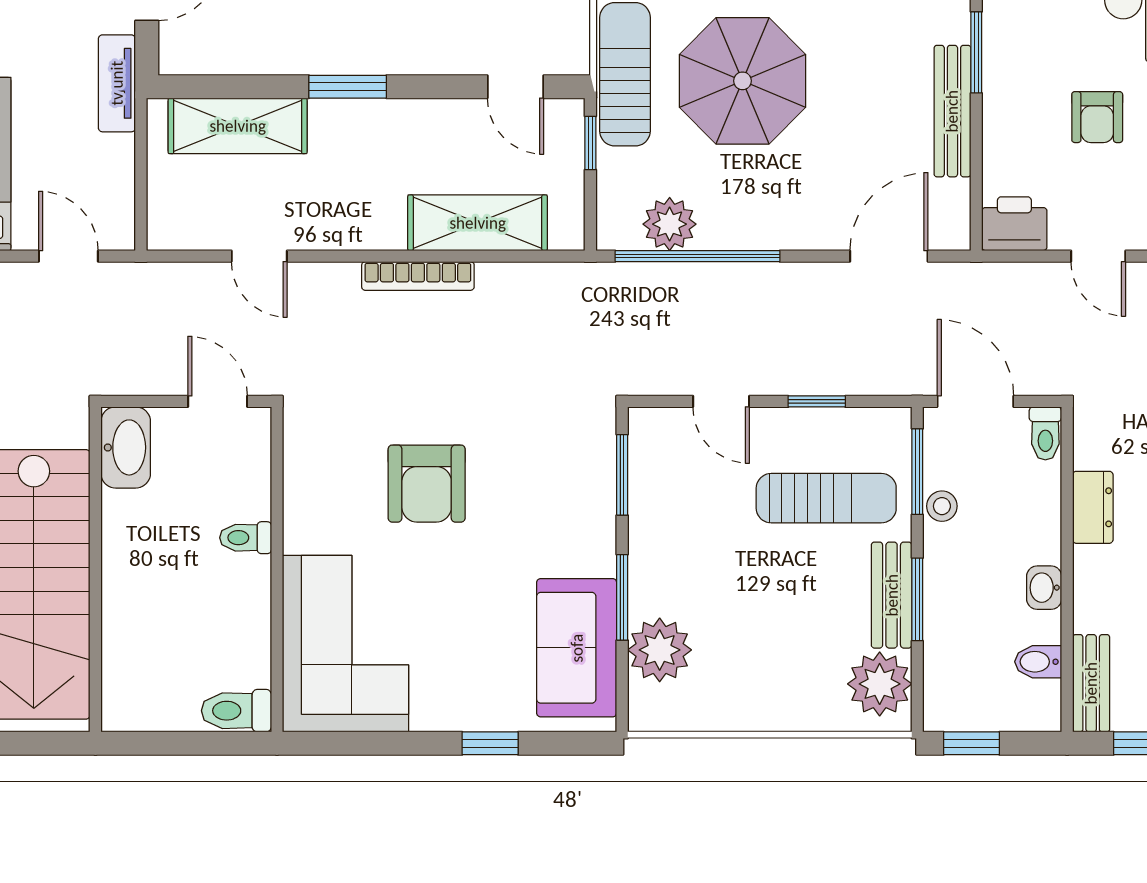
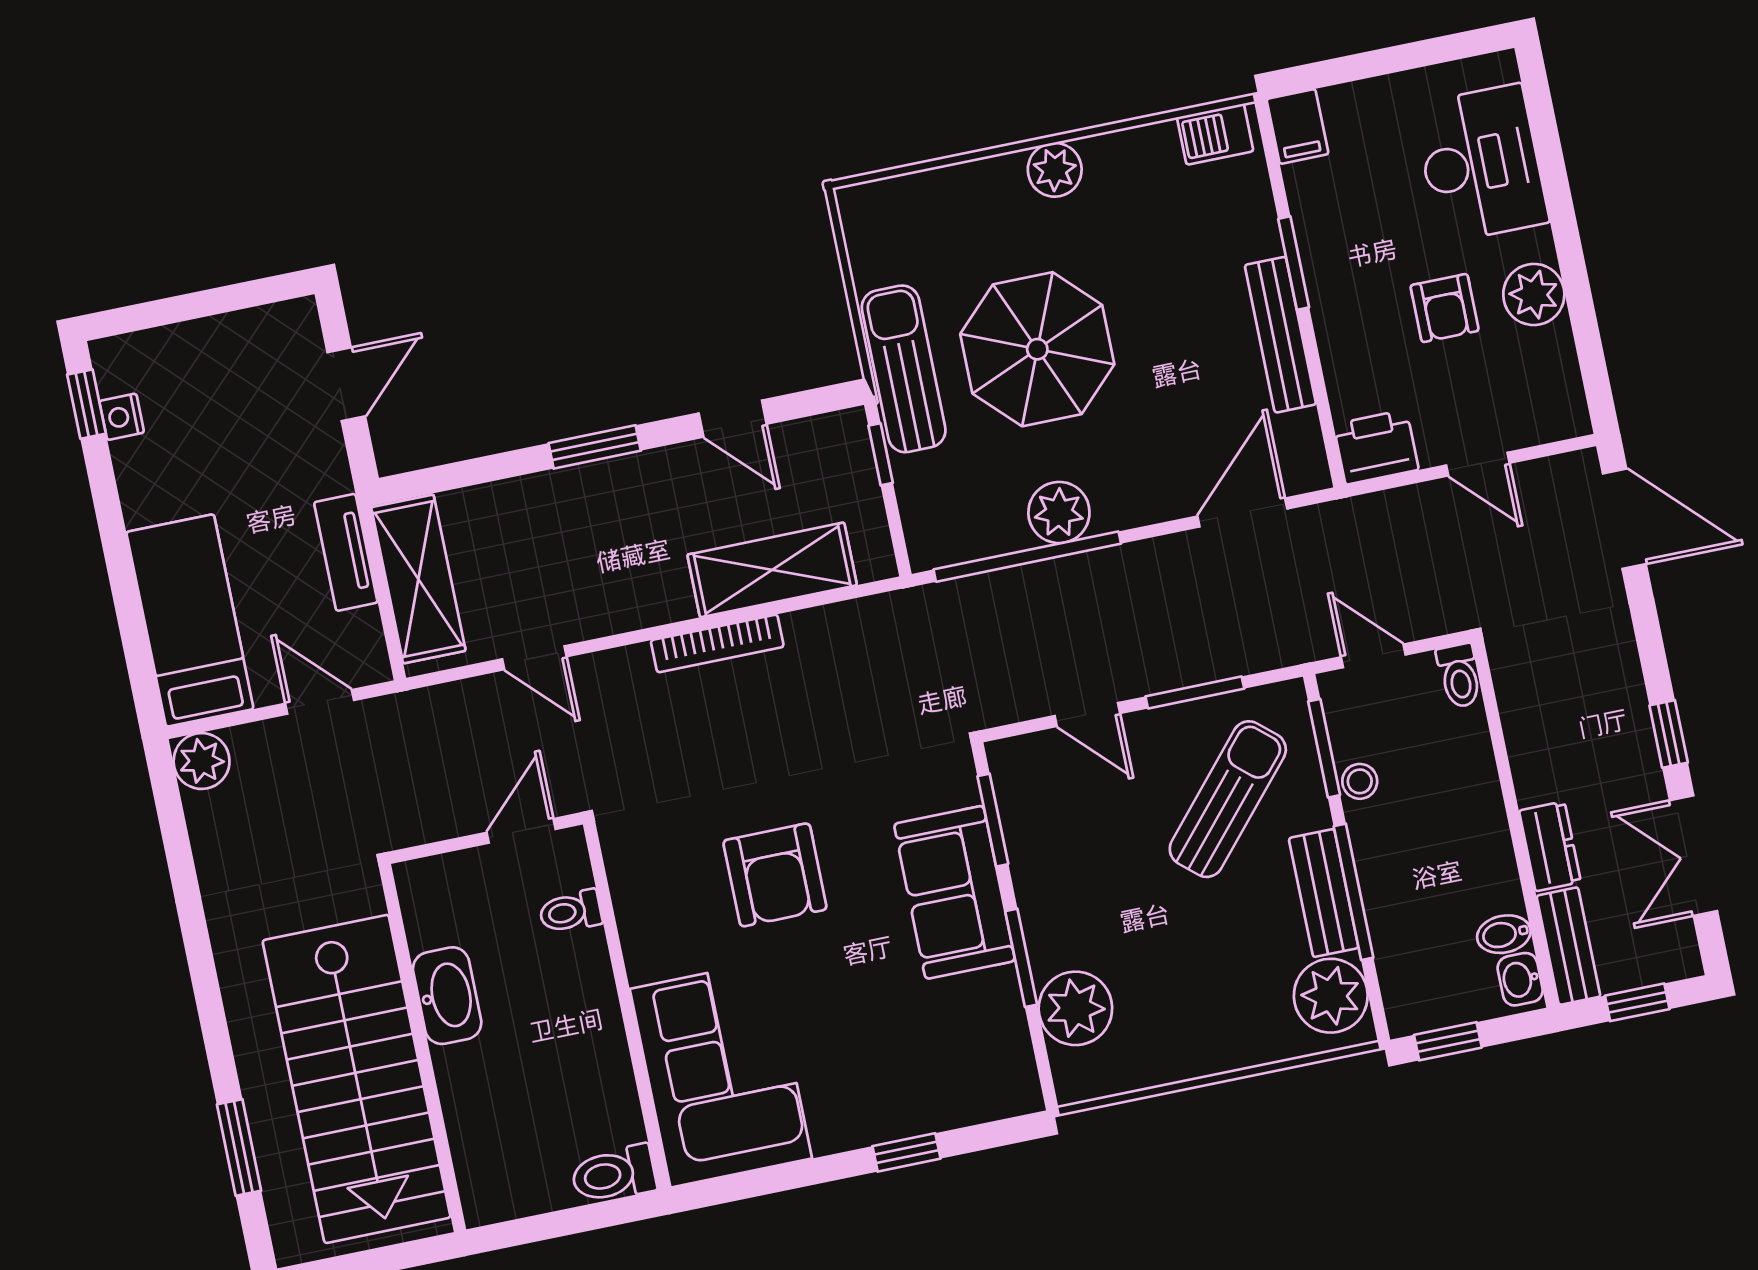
tv unit: (117, 83) -> (346, 552), moved
door: (516, 87) -> (733, 419), moved
shelving: (238, 126) -> (418, 579), moved, turned 90
plant: (670, 224) -> (1059, 512), moved
door: (218, 401) -> (521, 831), hinge flipped
window: (817, 401) -> (1195, 692), width x1.50
door: (975, 401) -> (1373, 656), width x0.73
washbasin: (126, 447) -> (447, 996), moved
sun lounger: (826, 498) -> (1228, 799), turned -49
dresser: (1093, 507) -> (1550, 846), moved
toilet: (246, 538) -> (570, 912), moved
washbasin: (1044, 588) -> (1520, 979), moved
window: (917, 599) -> (1354, 892), width x1.44
sofa: (577, 648) -> (954, 892), moved

